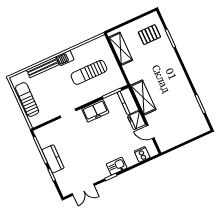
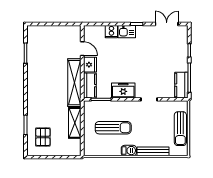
pallet: (149, 35) -> (43, 137), turned 90
shelving: (121, 49) -> (75, 123), moved
shelving: (143, 98) -> (74, 83), width x1.47
cooker: (142, 154) -> (111, 32), moved
kitchen counter: (53, 159) -> (181, 85), moved

